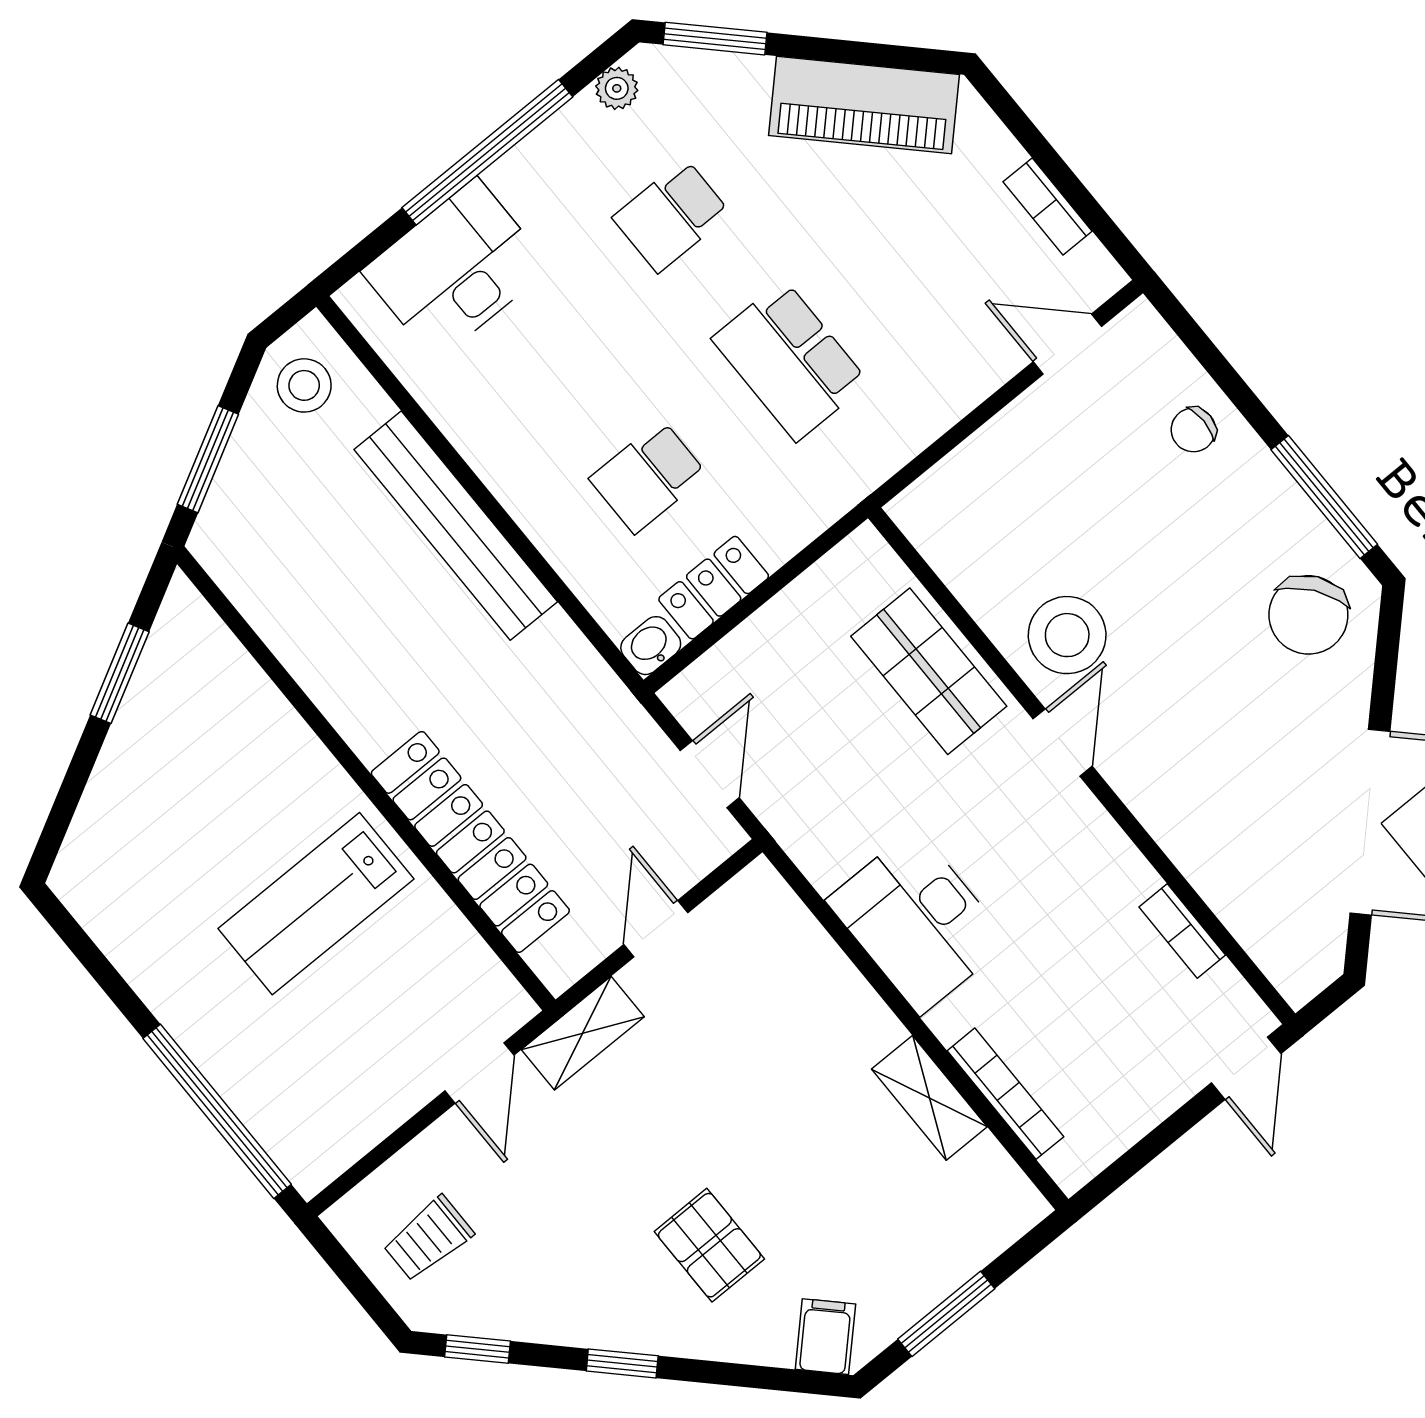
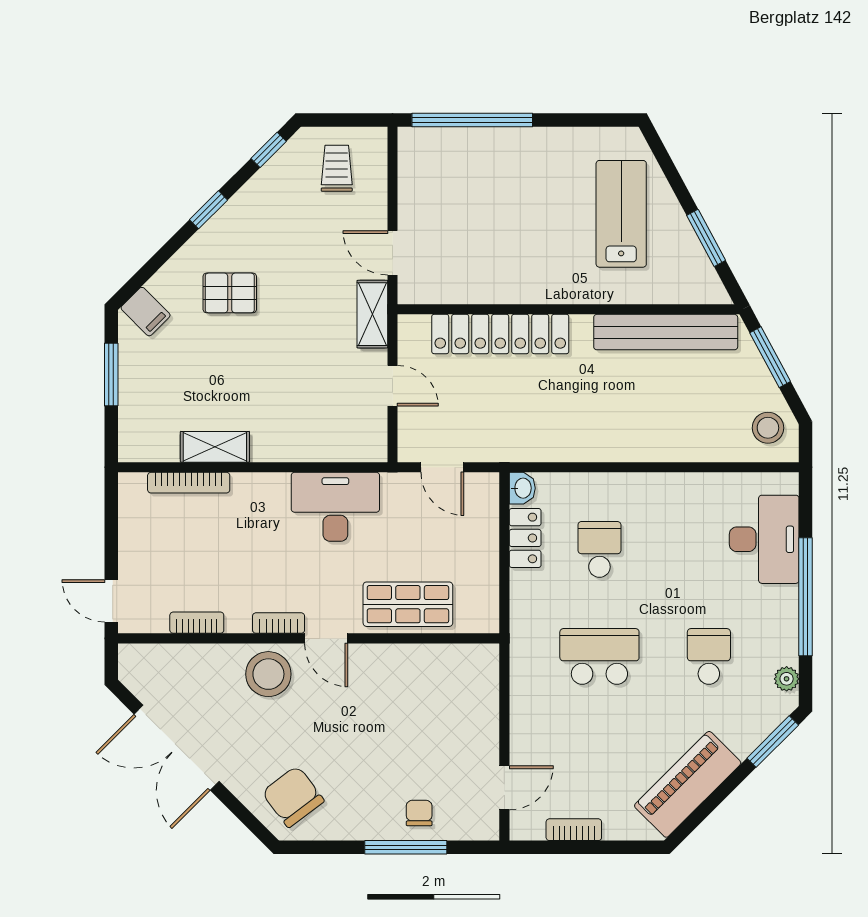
window: (1324, 497) -> (406, 847), moved
bench: (456, 526) -> (666, 332), moved
stool: (1067, 635) -> (268, 674), moved
bookcase: (1094, 822) -> (279, 623), added
lab bench: (316, 904) -> (621, 214), moved
desk: (918, 921) -> (335, 507), moved

